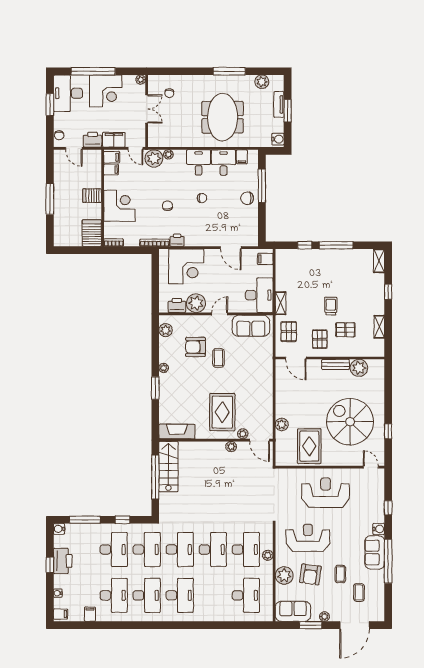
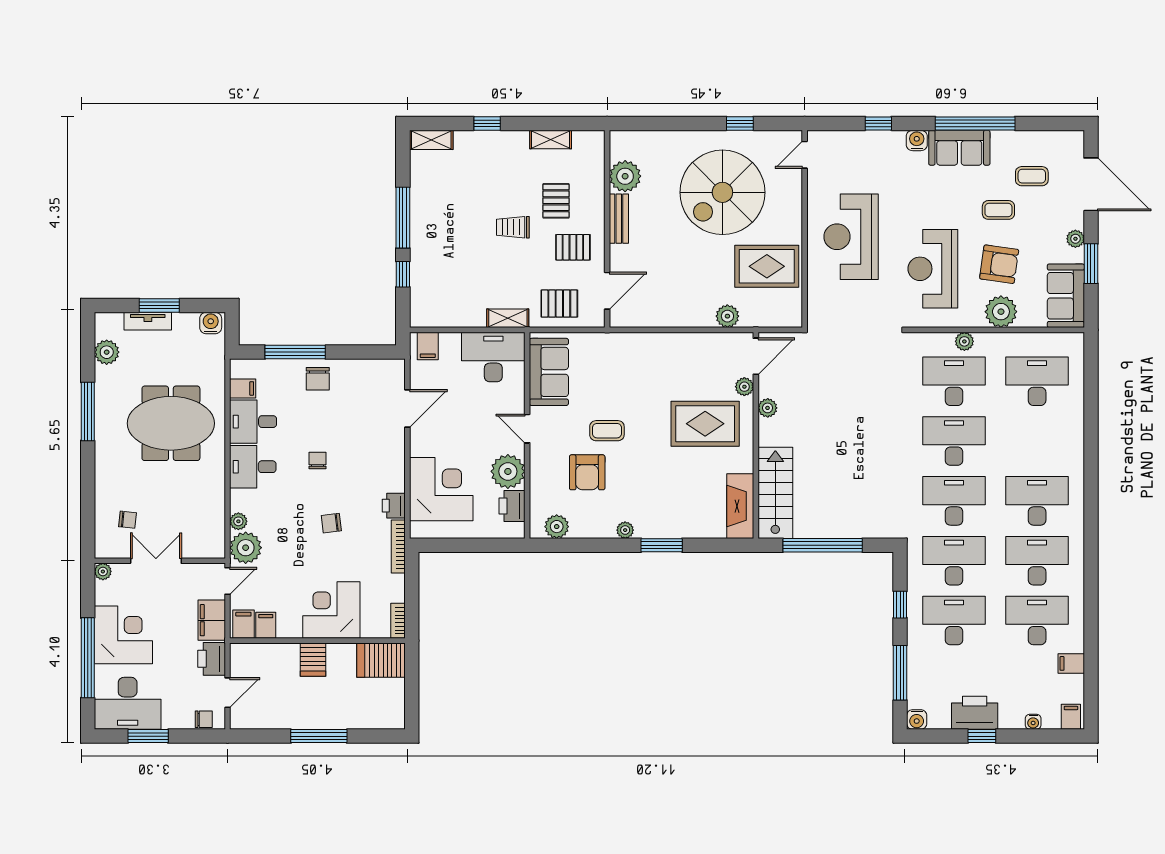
stairs: (168, 467) -> (775, 493), moved, turned 90

